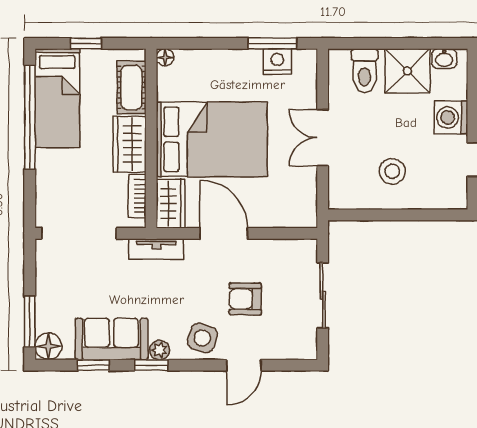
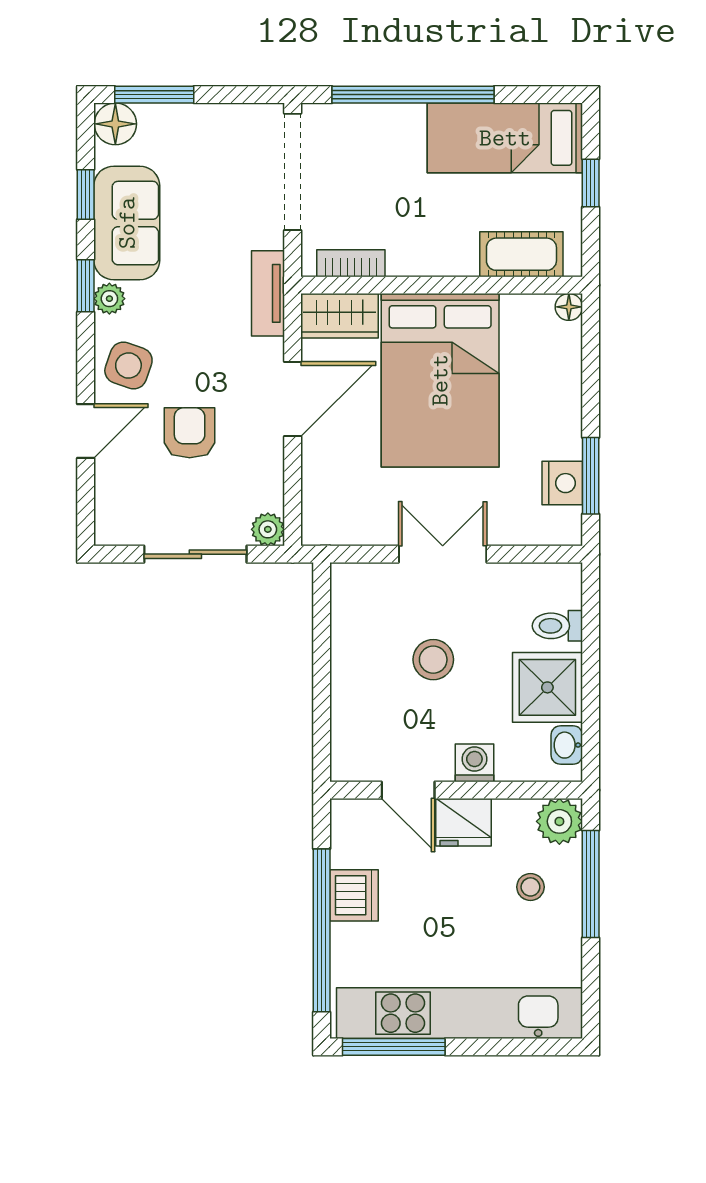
toilet: (365, 71) -> (557, 626), width x0.73, depth x0.72
window: (30, 117) -> (413, 95), moved
washing machine: (451, 117) -> (474, 763), width x0.73, depth x0.73
wardrobe: (130, 144) -> (432, 251), removed
stool: (392, 171) -> (433, 660), moved
plant: (307, 249) -> (268, 529), added
door: (244, 365) -> (86, 431), swing flipped

